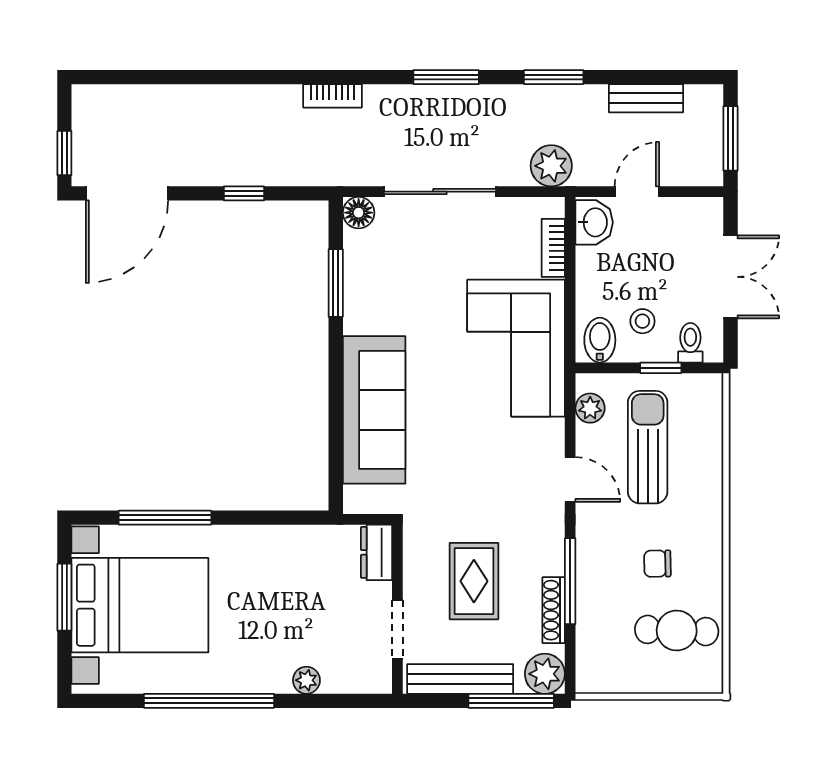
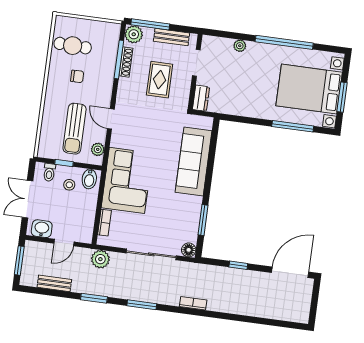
window: (64, 153) -> (315, 294), removed
washbasin: (594, 222) -> (42, 229), moved, turned 90
window: (570, 581) -> (119, 59), moved
bench: (460, 679) -> (171, 37), width x0.73

